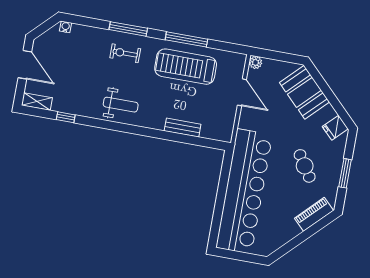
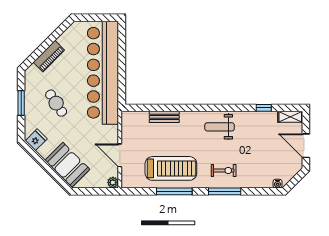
piano: (314, 214) -> (49, 56), moved

